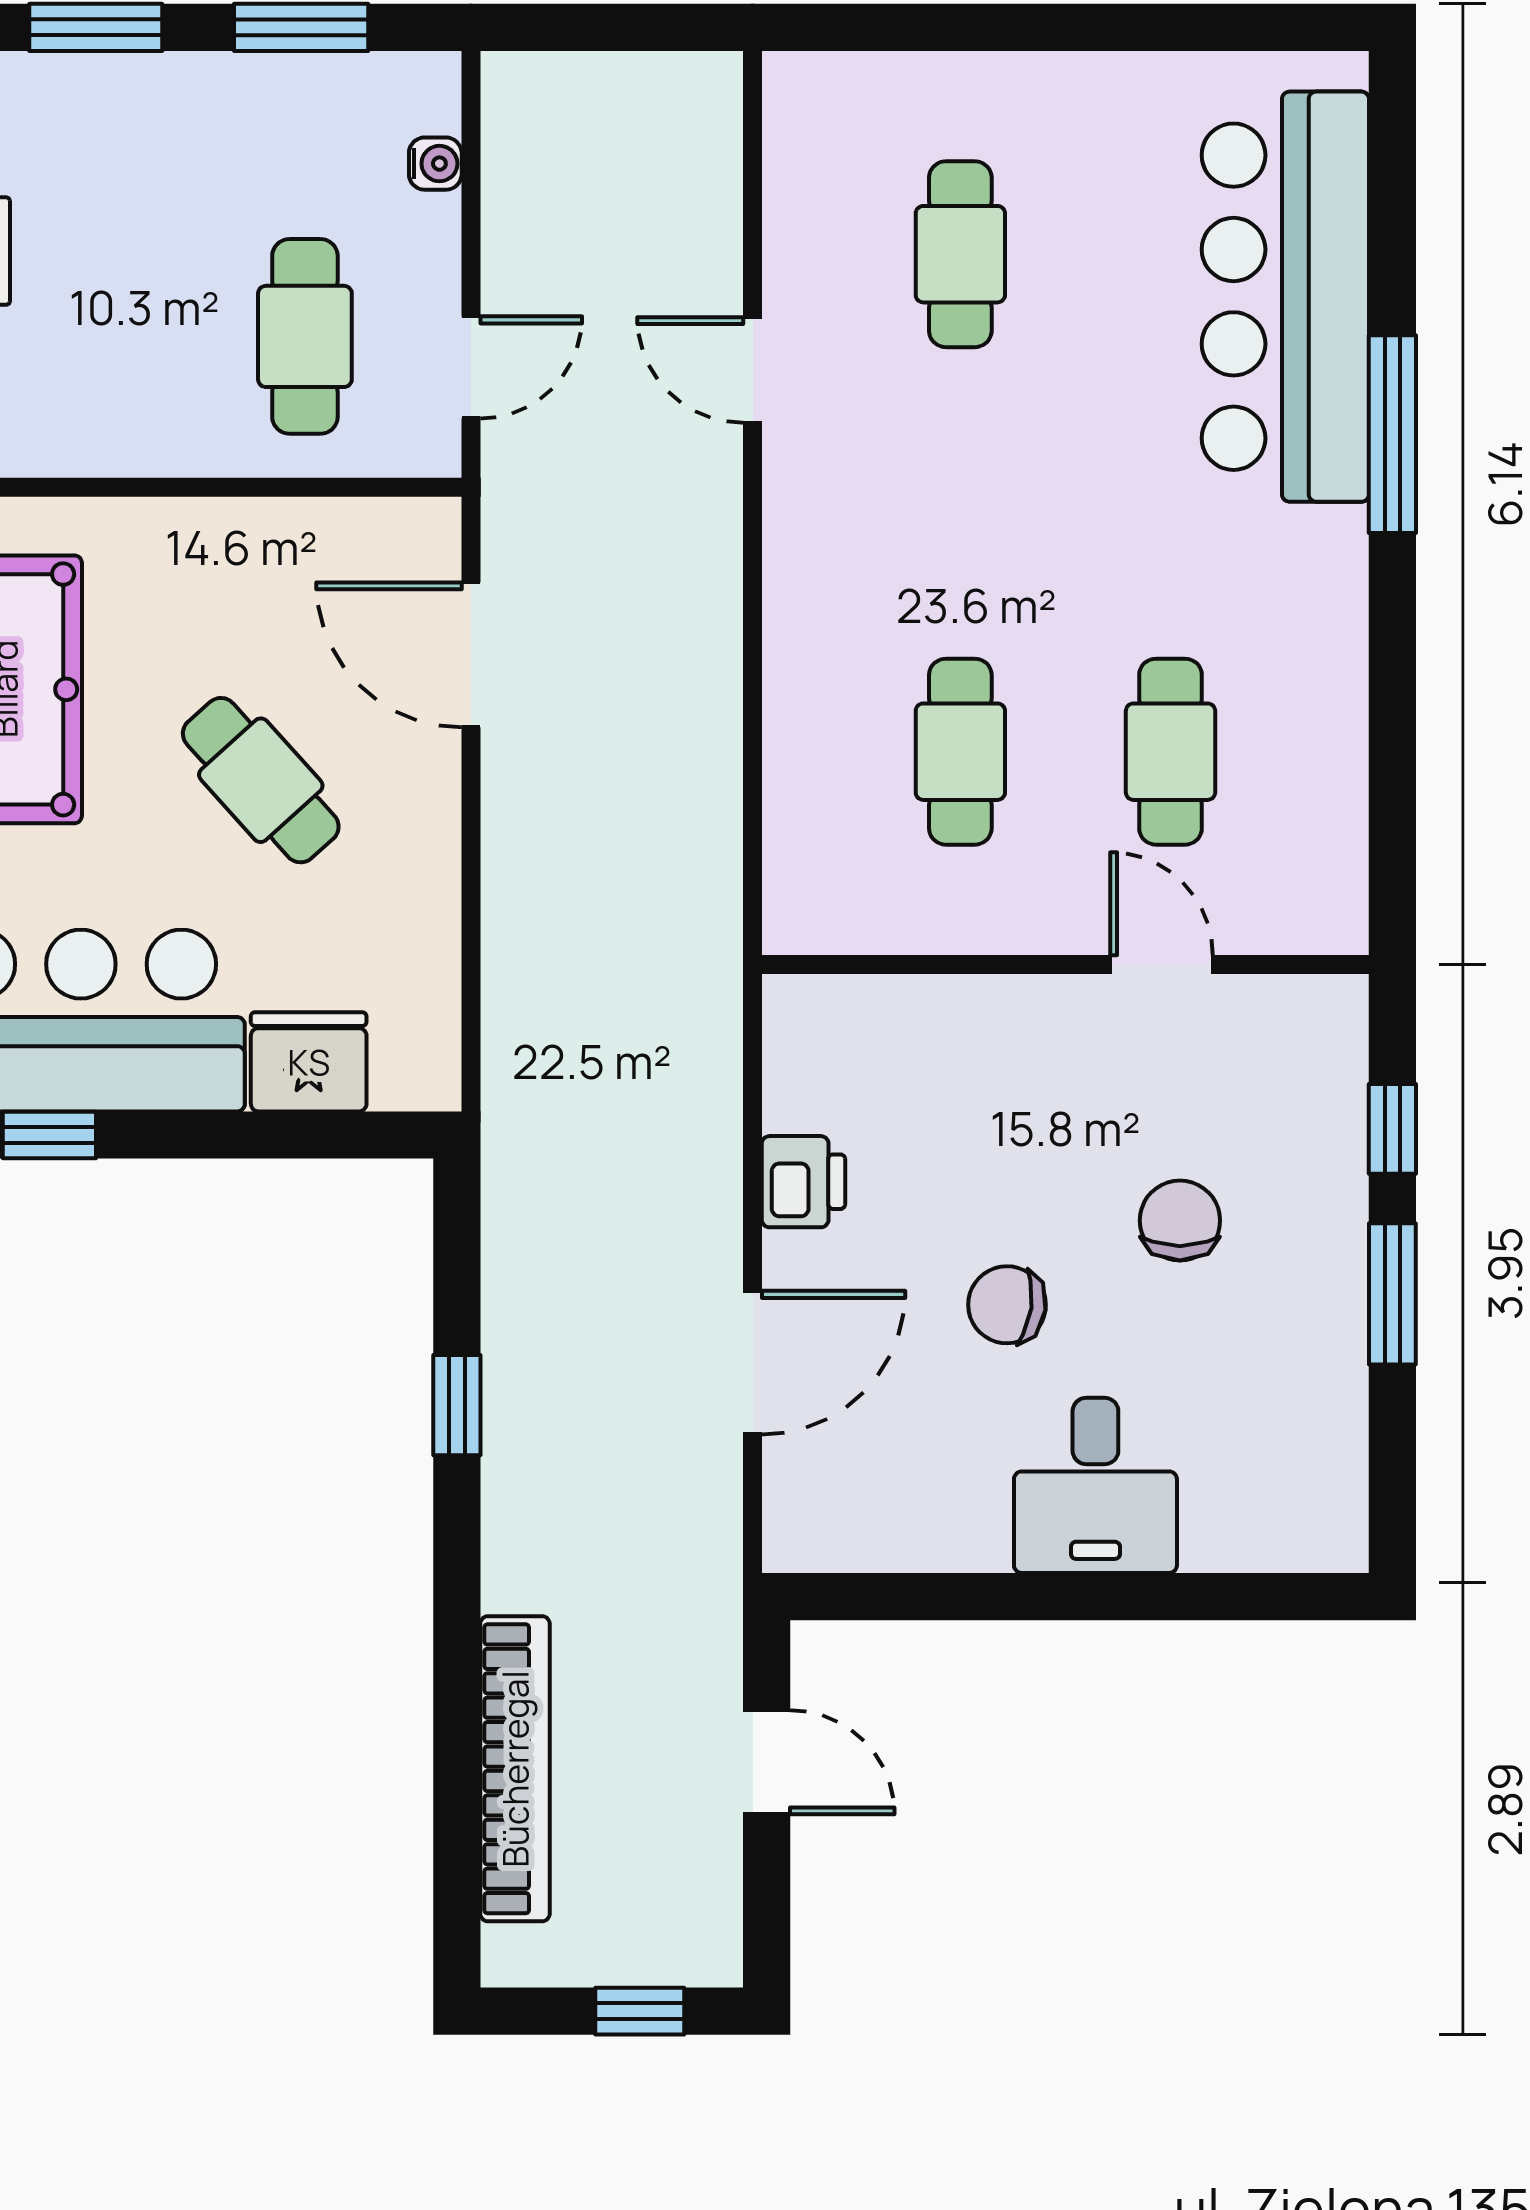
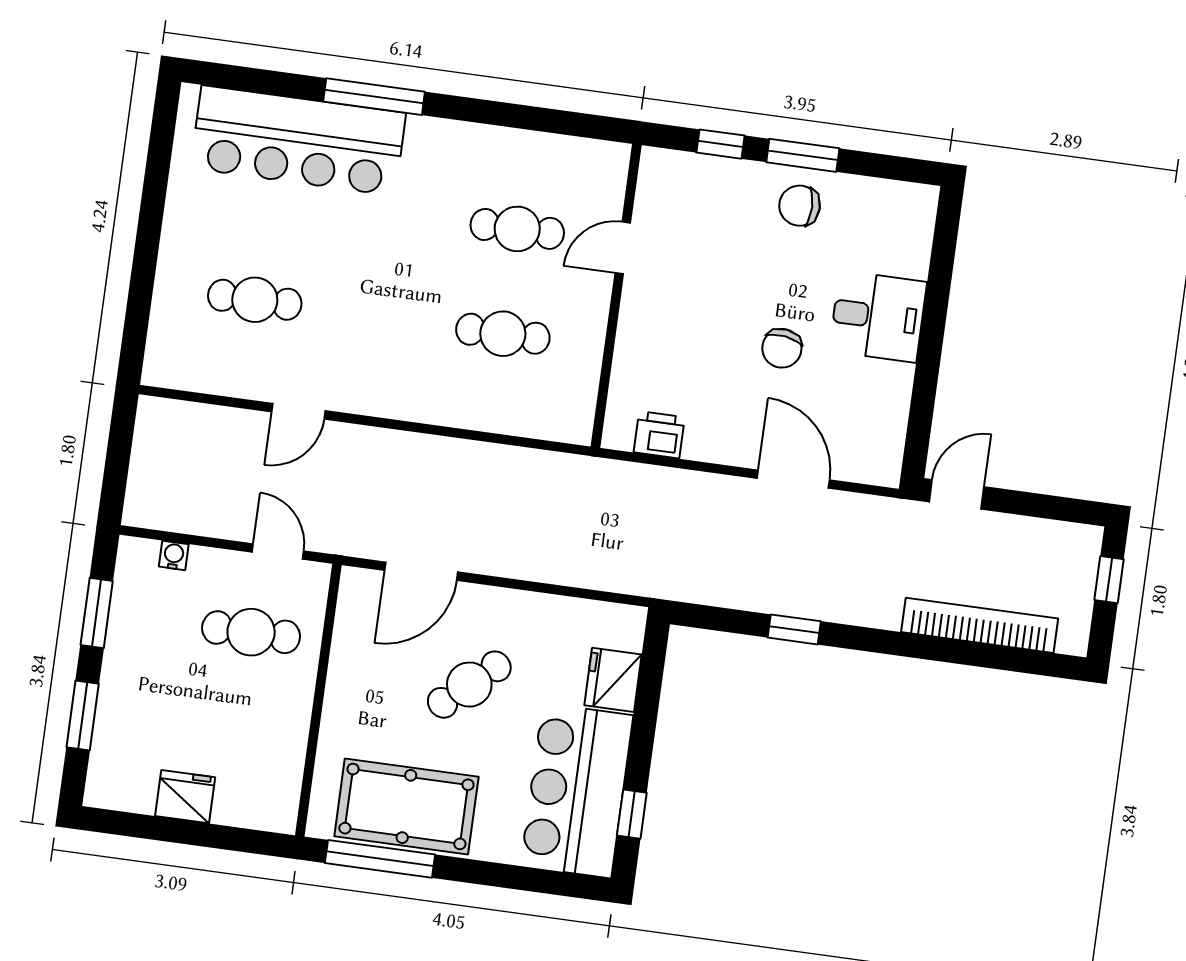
printer: (803, 1182) -> (659, 435), moved
chair: (1180, 1220) -> (800, 206), moved
door: (767, 1762) -> (957, 494), moved

